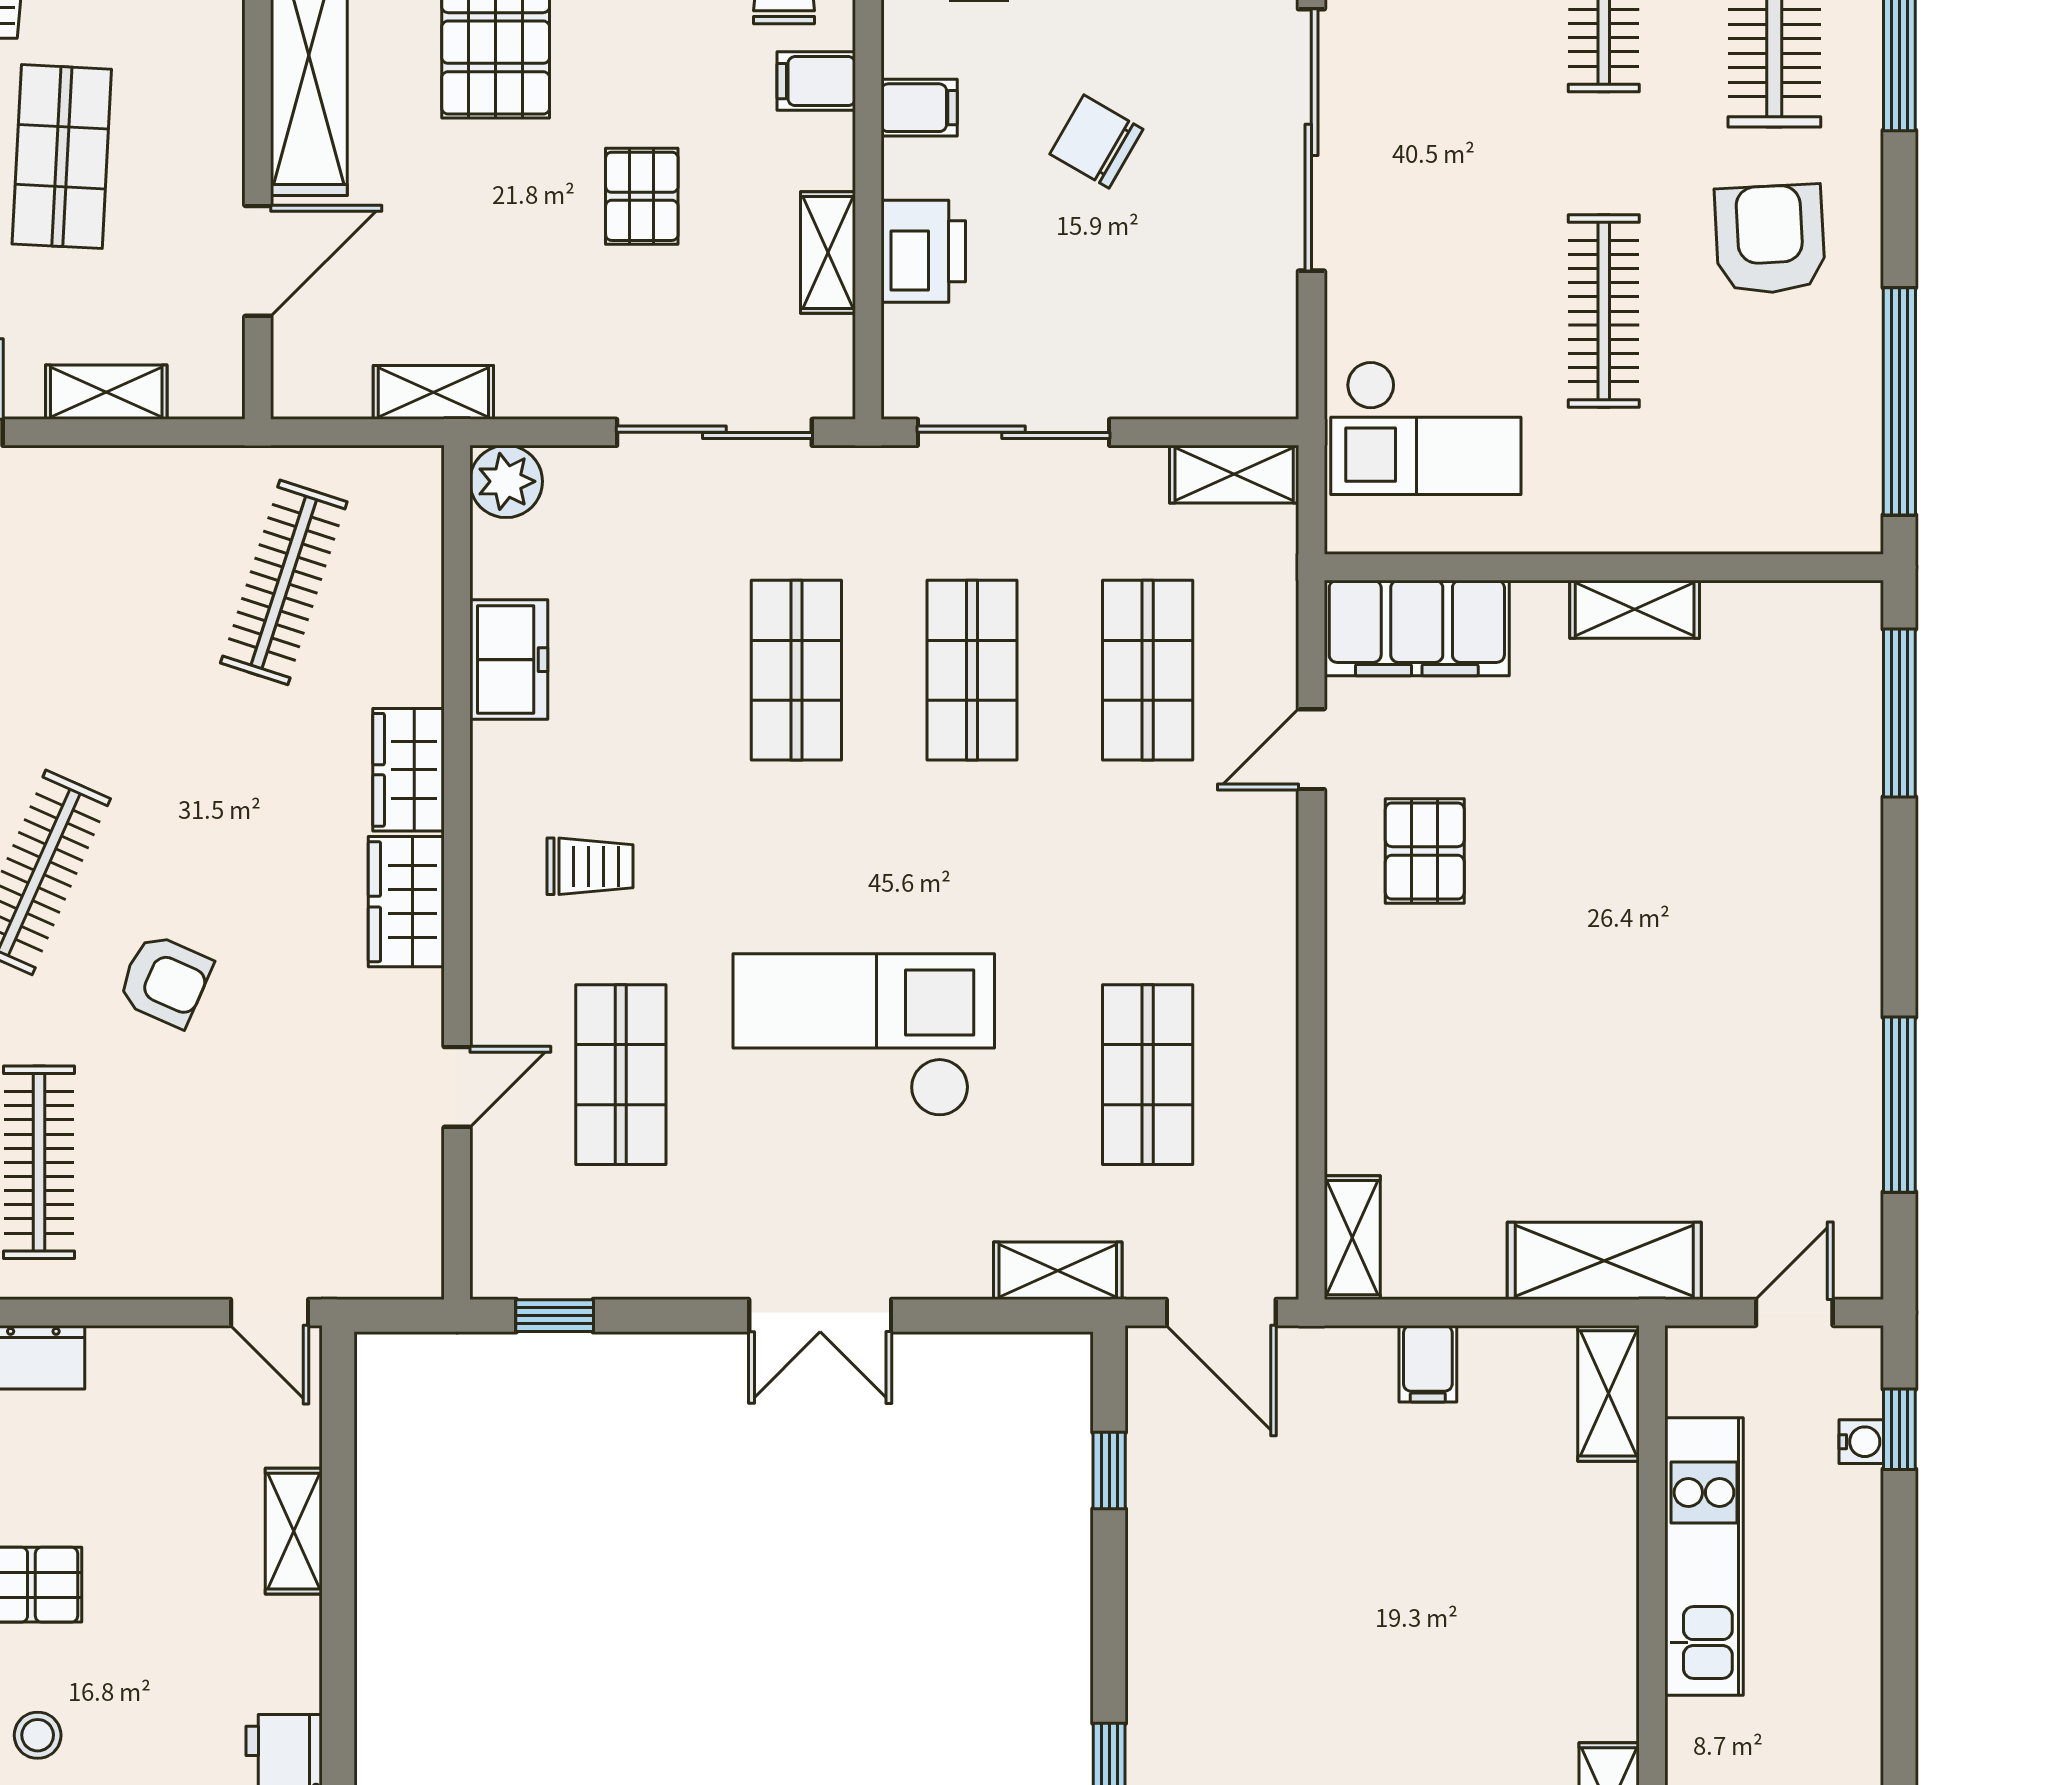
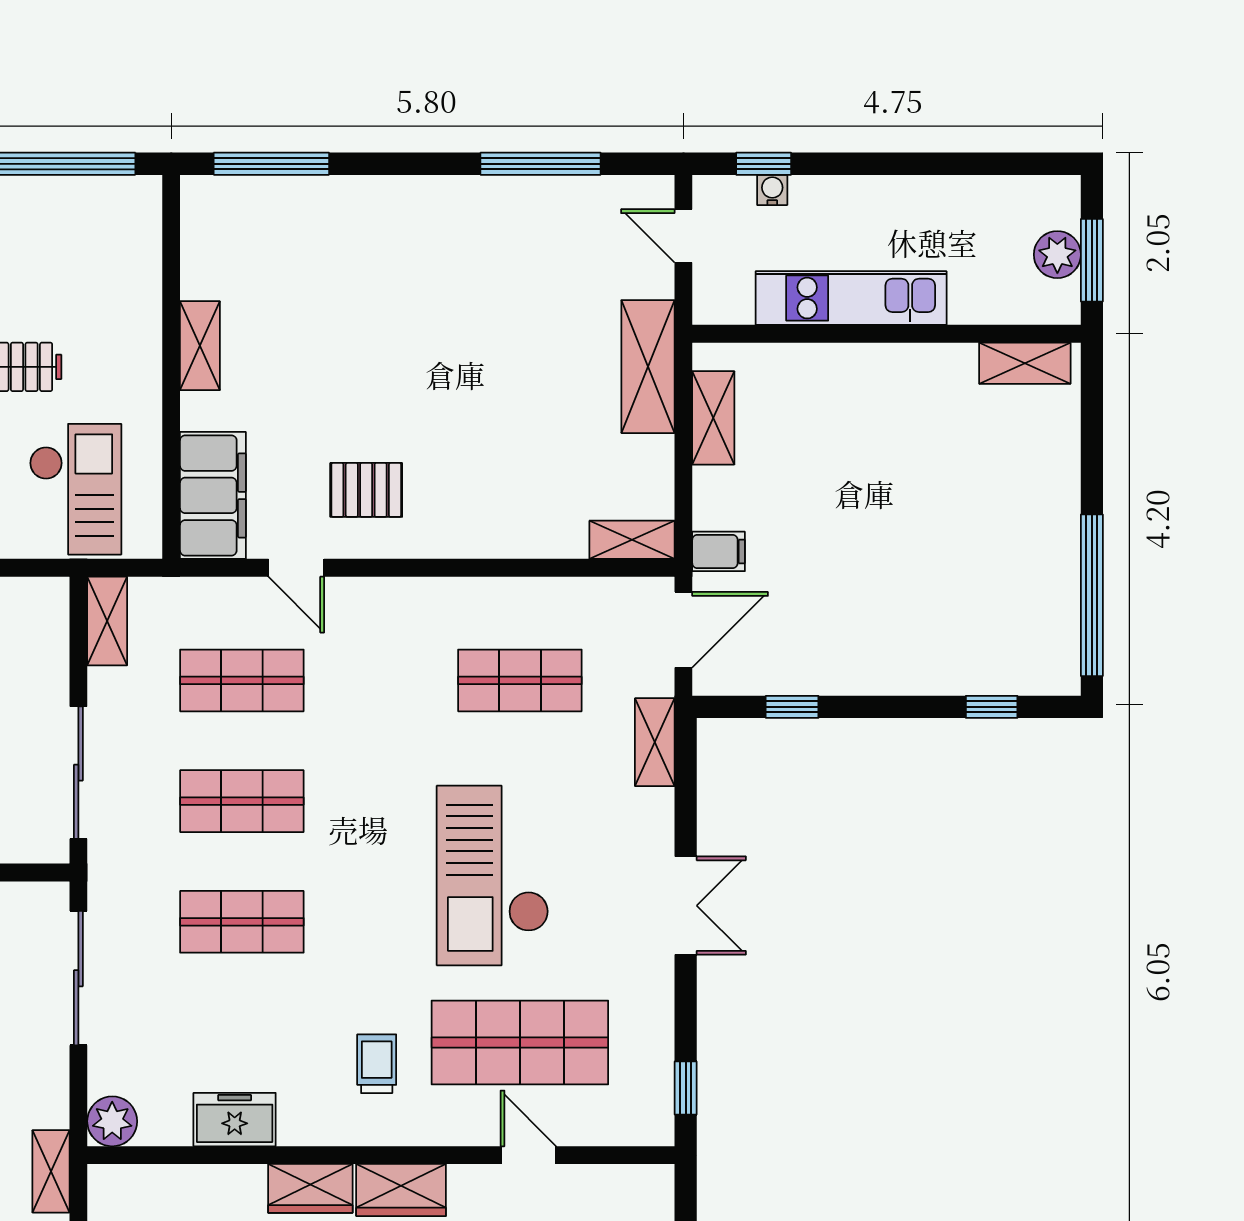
shop shelf: (621, 1075) -> (520, 1042), width x1.43, depth x1.36
filing cabinet: (1428, 1364) -> (719, 551), moved
shelving: (1609, 1393) -> (713, 418), moved, turned 90

